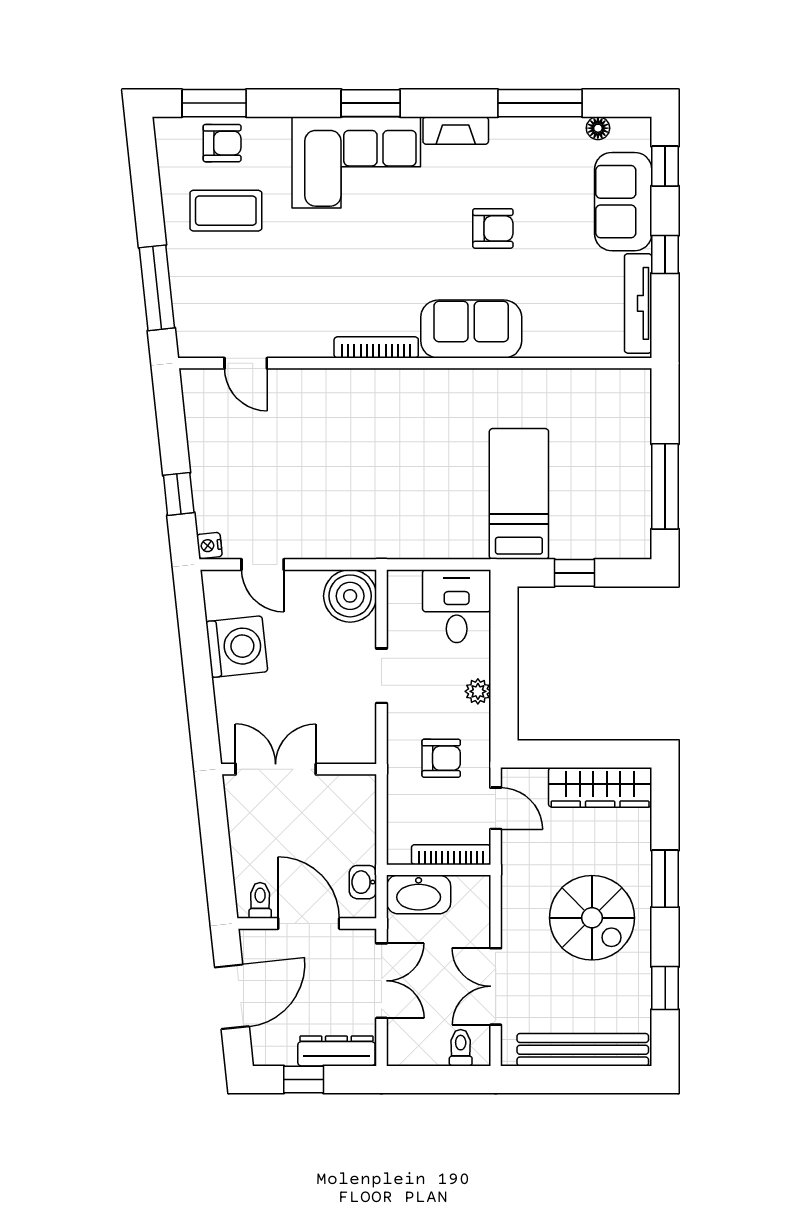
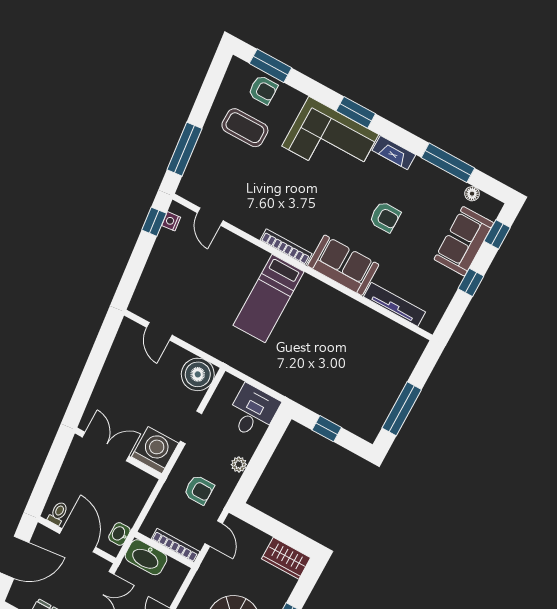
tv unit: (638, 303) -> (395, 304), moved, turned 90
window: (179, 494) -> (154, 222), moved
bed: (519, 494) -> (269, 298), moved, turned 180
nightstand: (209, 545) -> (171, 221), moved
washing machine: (237, 647) -> (155, 450), moved, turned -84
wardrobe: (600, 787) -> (286, 558), width x0.67

